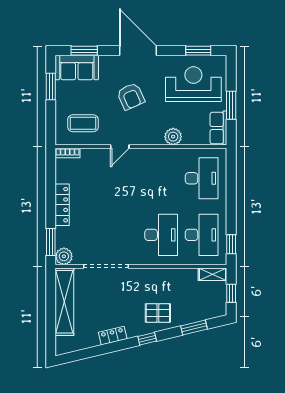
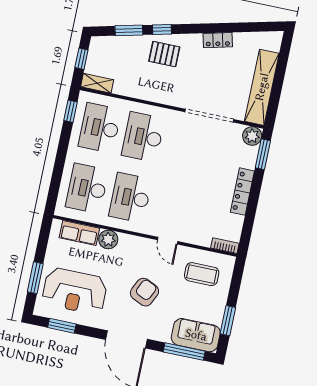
window: (84, 51) -> (184, 352), width x1.44
armchair: (131, 96) -> (144, 292), turned 49
window: (231, 105) -> (35, 278), moved
row of seats: (218, 128) -> (79, 233), moved, turned 90
door: (120, 147) -> (168, 241), swing flipped
desk: (161, 178) -> (130, 198), added
window: (147, 339) -> (162, 30), moved

